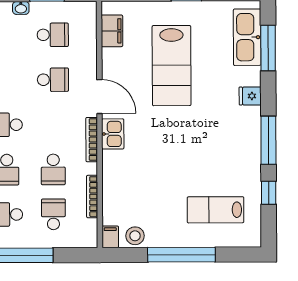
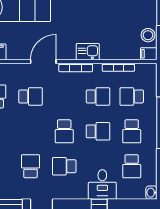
school desk: (53, 80) -> (30, 96), turned 90
kitchen sink: (113, 134) -> (88, 52), moved

